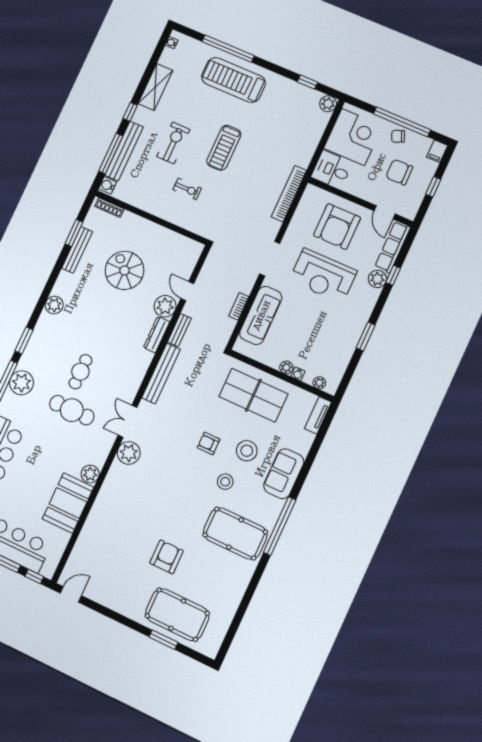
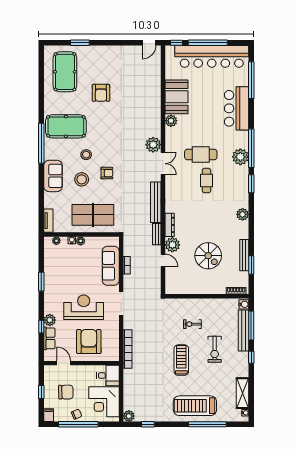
treadmill: (233, 80) -> (195, 406), turned 180
shelving: (155, 87) -> (242, 393), moved
row of seats: (393, 247) -> (49, 338), width x0.68
pool table: (177, 615) -> (65, 72), moved, turned 90

